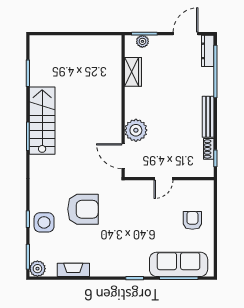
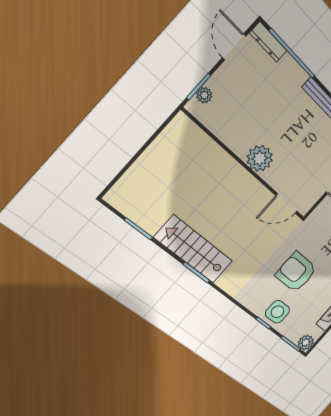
wardrobe: (133, 72) -> (224, 130), removed
plant: (136, 130) -> (260, 158), moved
armchair: (83, 209) -> (296, 272), turned -90

